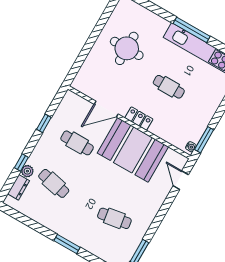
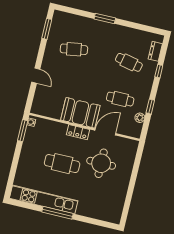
round table: (127, 48) -> (101, 163), moved
cafe table: (169, 87) -> (62, 164), width x1.37, depth x1.35
booth: (133, 150) -> (80, 113), width x0.73, depth x0.70
plant: (27, 171) -> (140, 118), moved
door: (181, 180) -> (36, 76), moved

